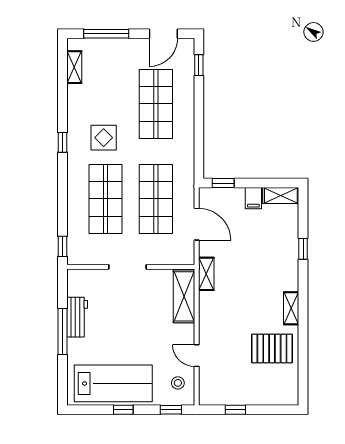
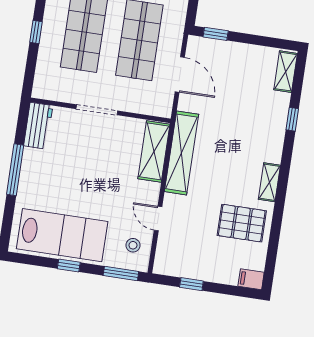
shelving: (281, 195) -> (286, 72), moved, turned 90
filing cabinet: (253, 198) -> (251, 279), moved, turned 90
window: (62, 246) -> (36, 32), moved
shelving: (206, 274) -> (182, 153), width x2.20, depth x1.33
workbench: (77, 317) -> (38, 126), moved
window: (171, 410) -> (121, 273), width x1.50

